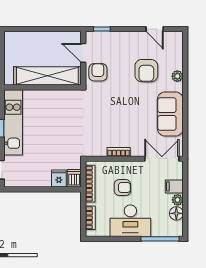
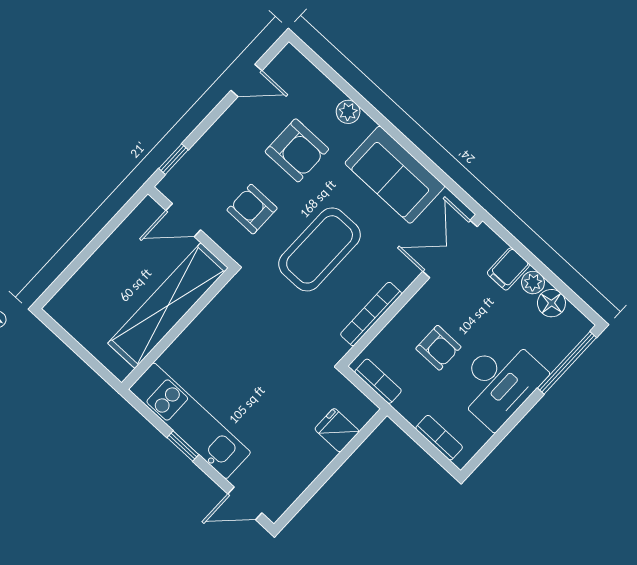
armchair: (98, 72) -> (252, 209), moved
coffee table: (118, 112) -> (320, 249), added
bookcase: (119, 152) -> (371, 314), width x1.56
dishwasher: (74, 178) -> (358, 407), removed
bookcase: (90, 184) -> (378, 381), width x0.64
armchair: (122, 188) -> (438, 348), turned 90

